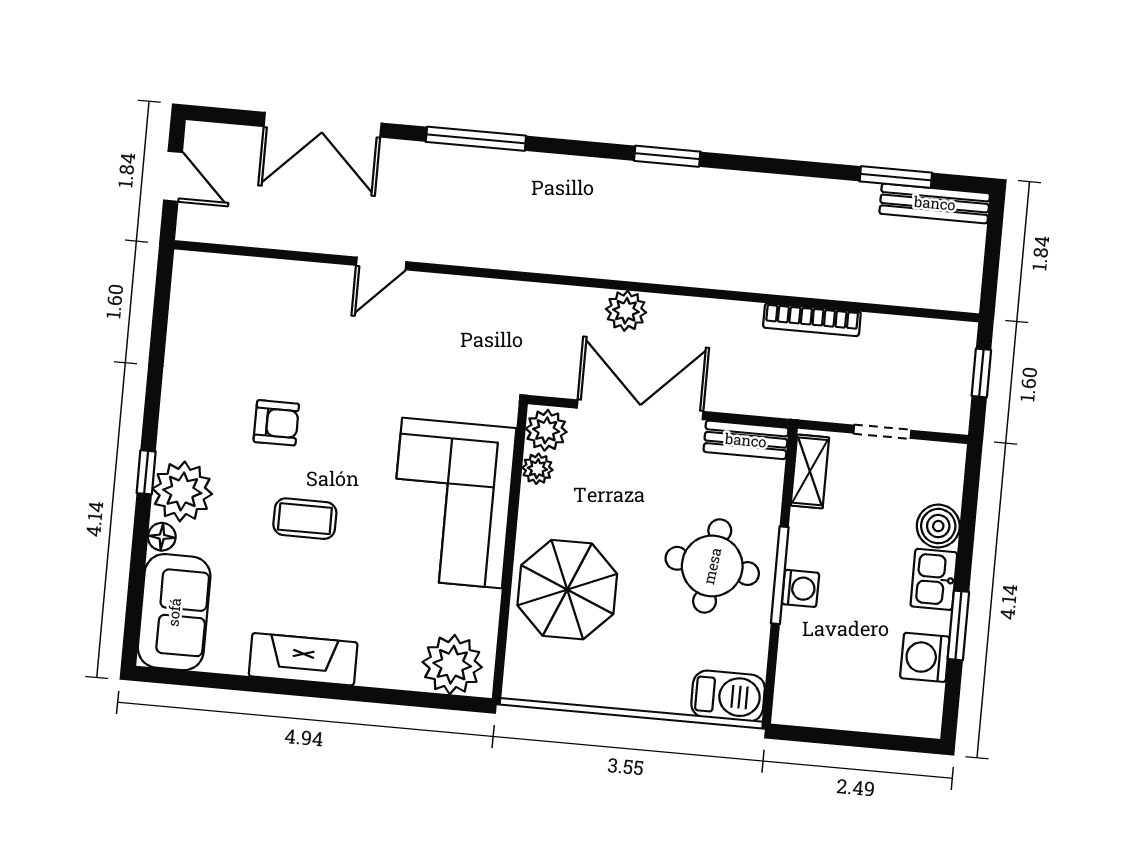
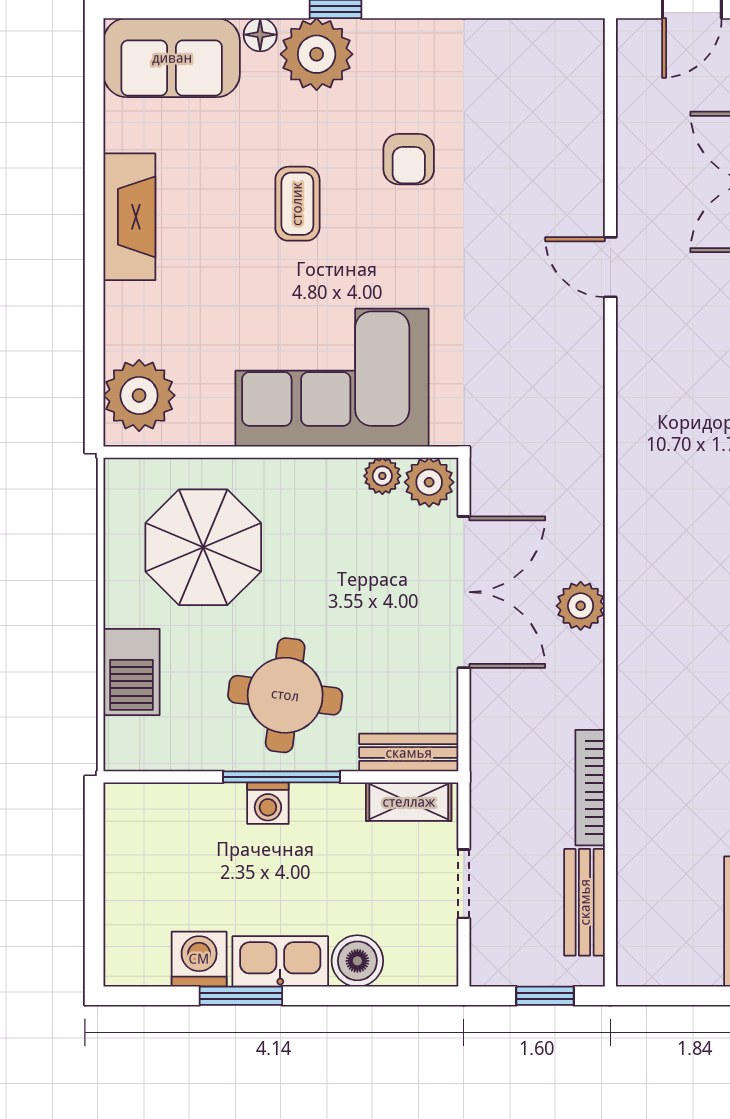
plant: (626, 311) -> (581, 606), moved
bench: (907, 333) -> (585, 902), added
bench: (746, 440) -> (409, 753), moved, turned 90
kitchen sink: (934, 579) -> (280, 961), width x1.38
parasol: (567, 590) -> (203, 547), moved
barbecue: (728, 696) -> (131, 672), moved

